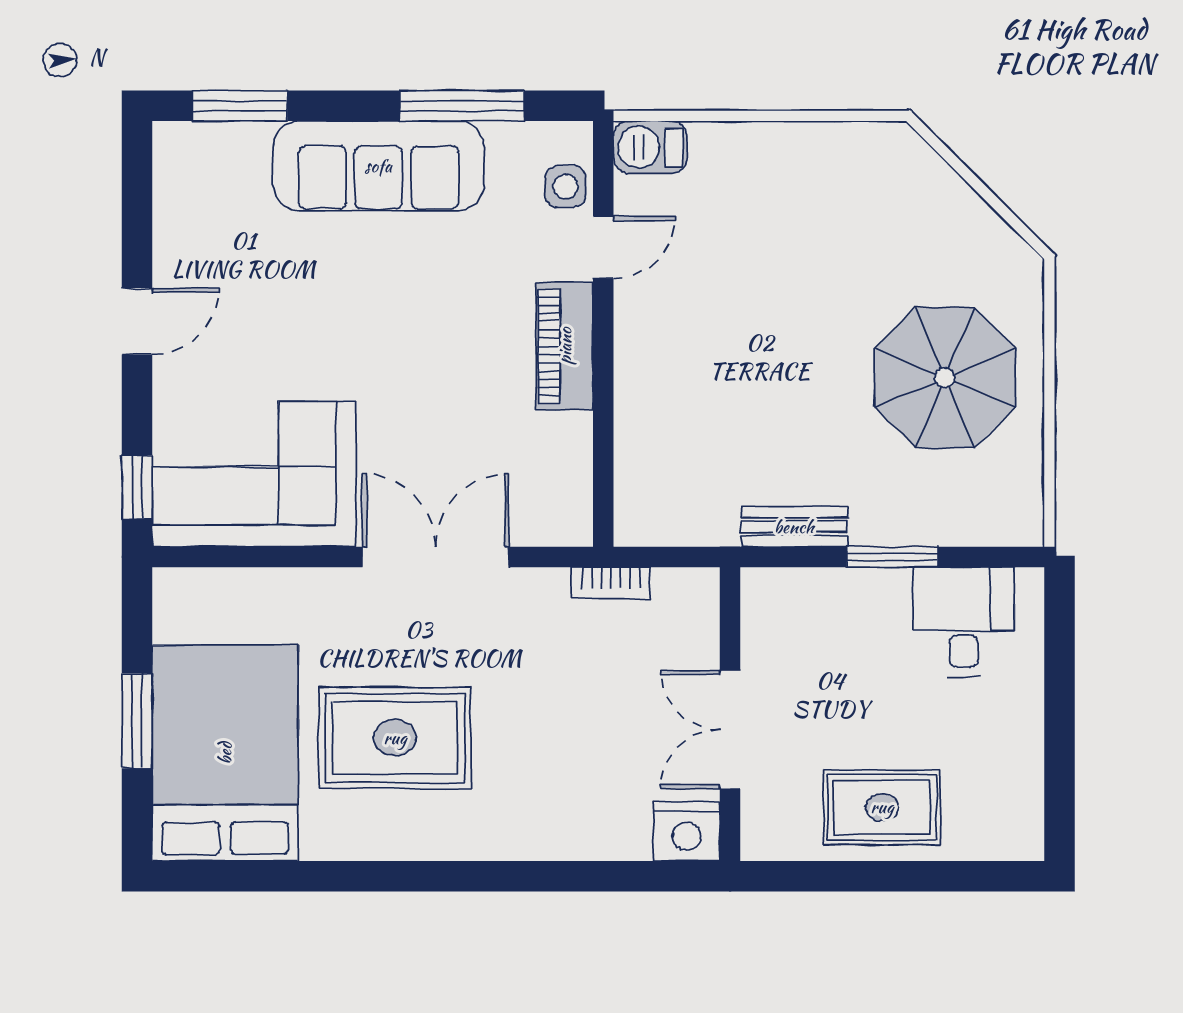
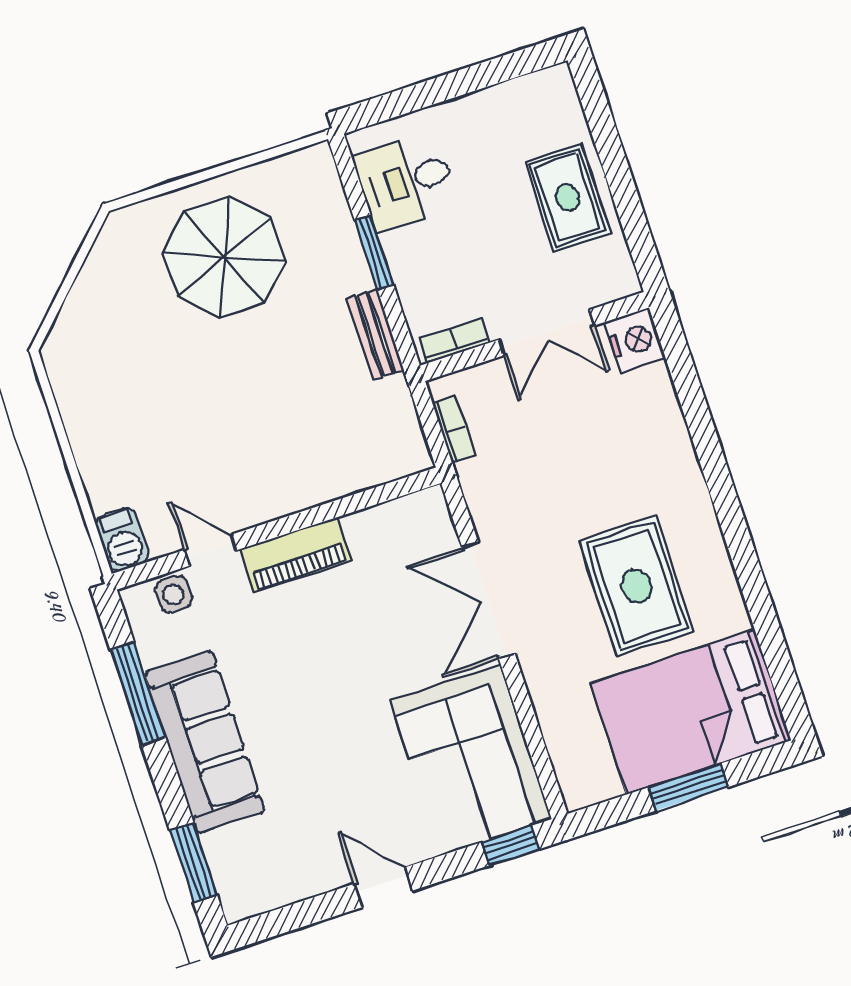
bookcase: (611, 583) -> (454, 429), moved
bookcase: (756, 617) -> (454, 341), added

